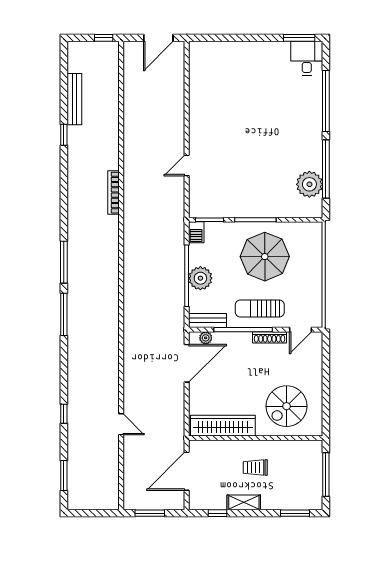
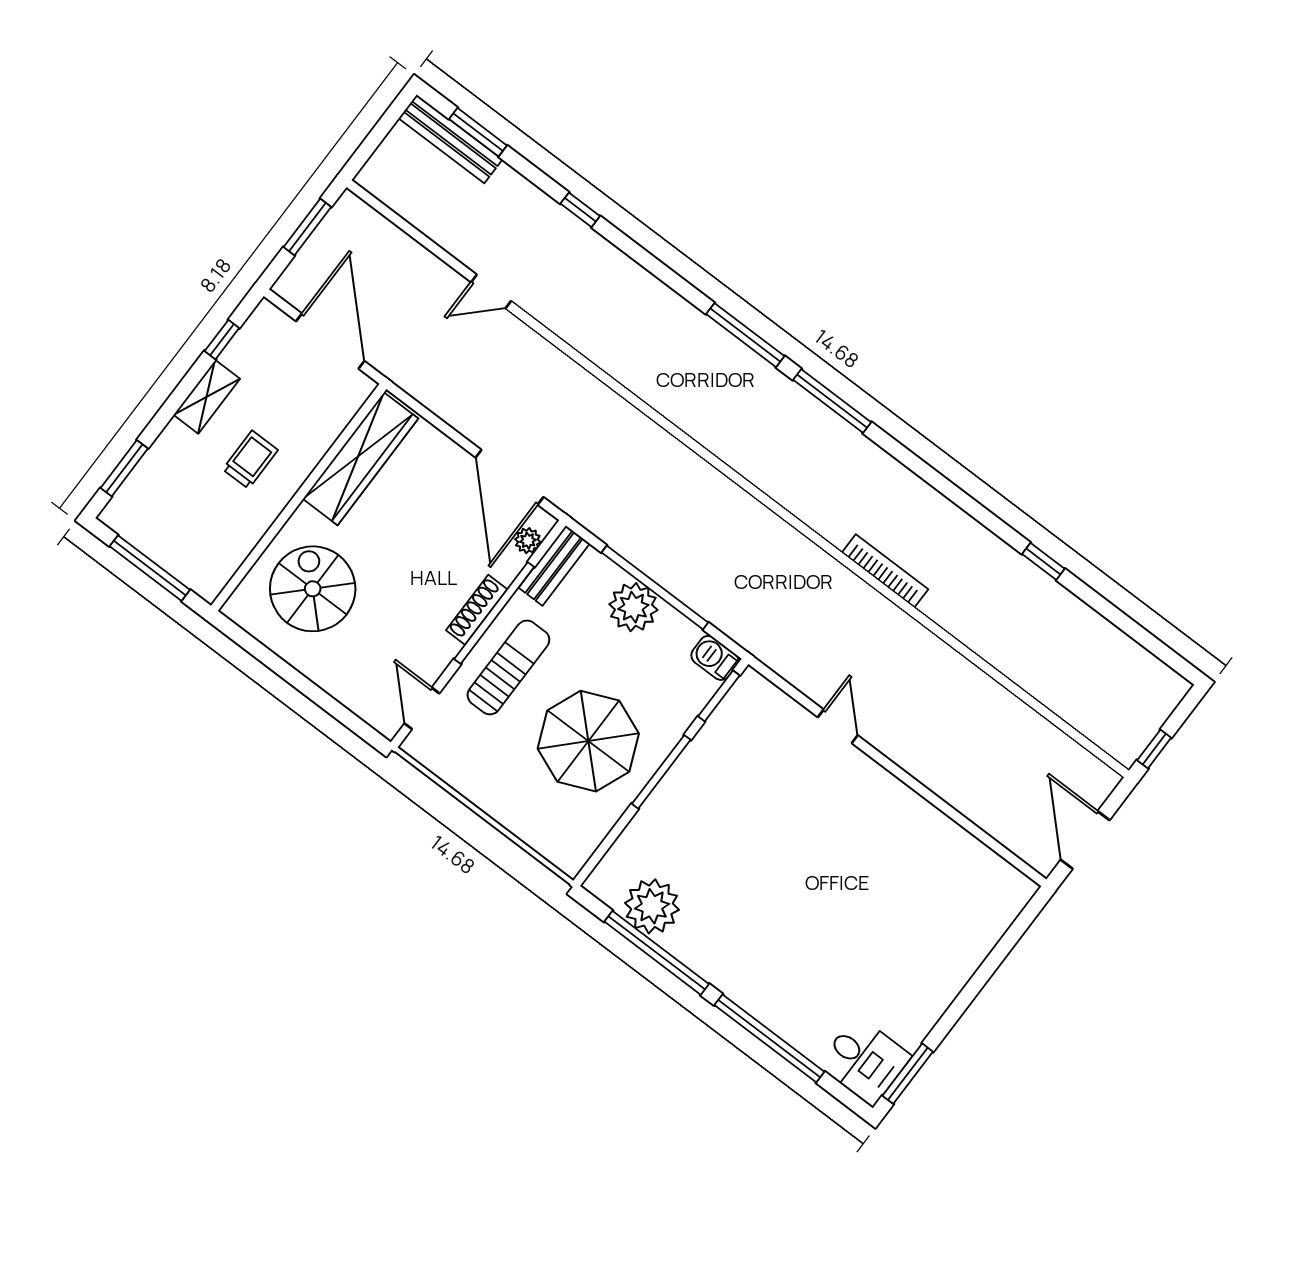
bench: (74, 99) -> (450, 139), moved
shoe rack: (270, 337) -> (477, 610), moved

